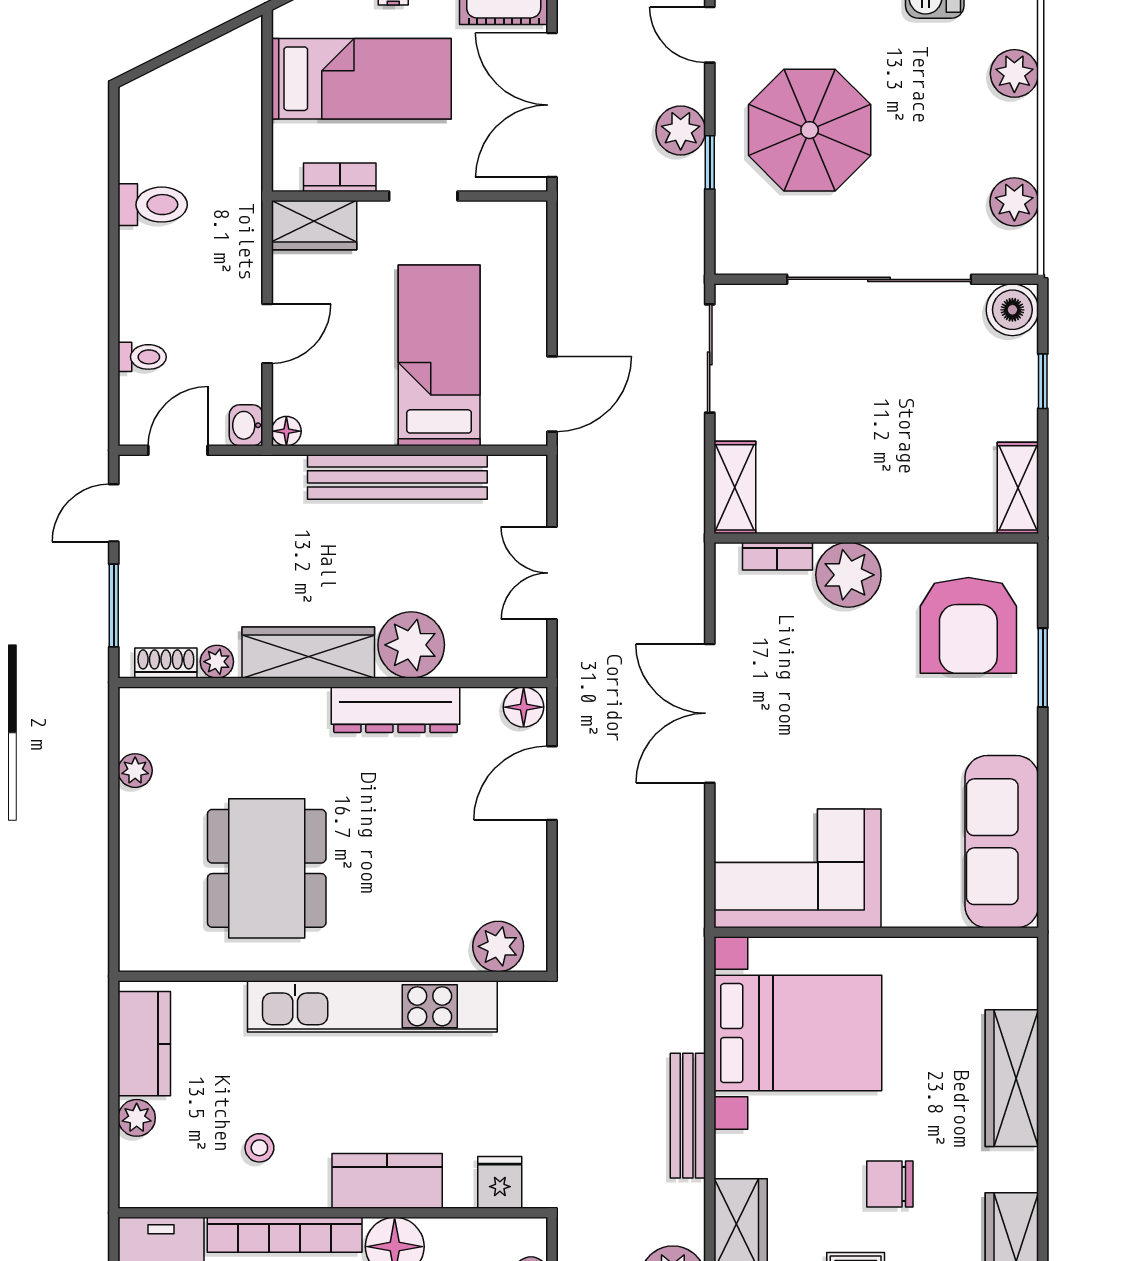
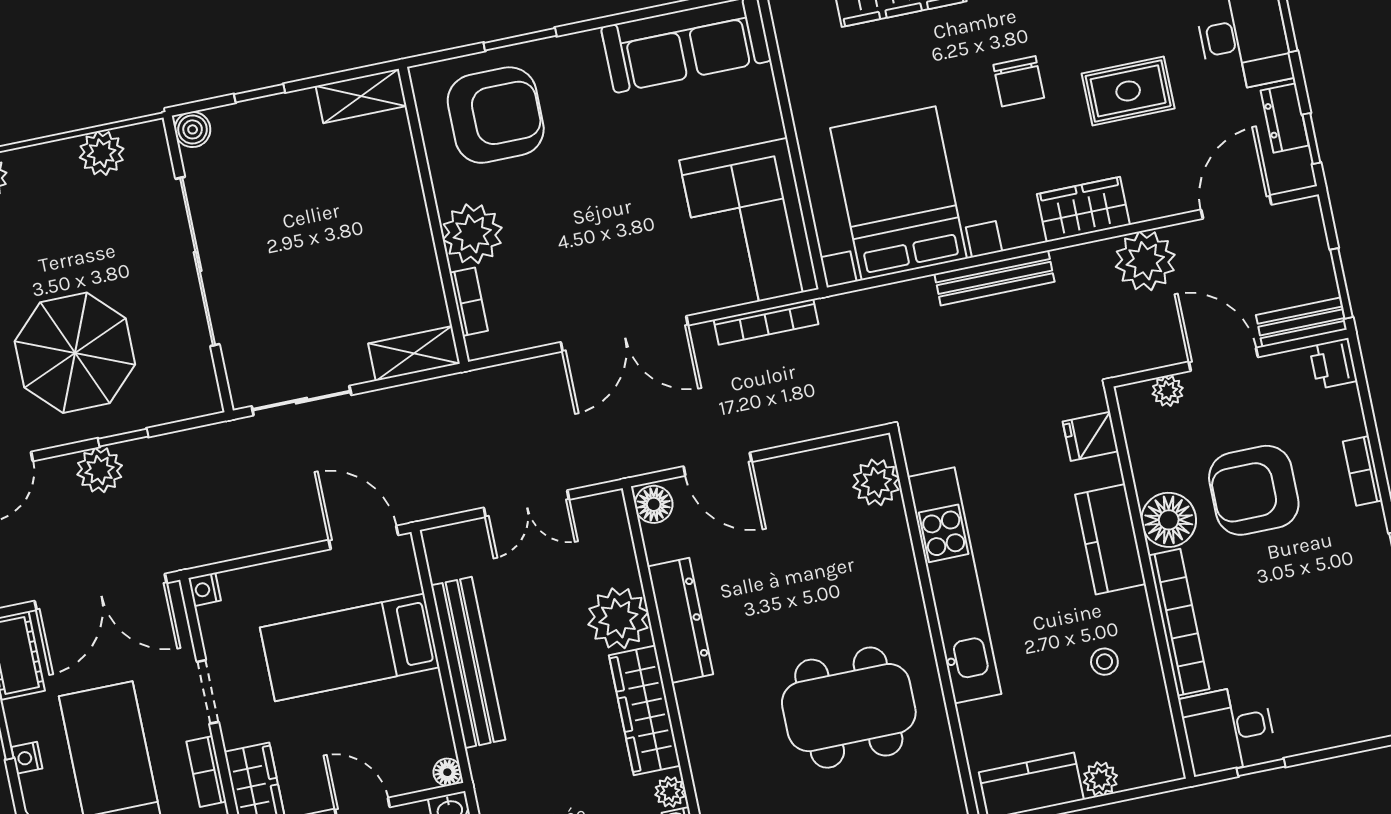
nightstand: (532, 215) -> (205, 589), added
boiler: (1012, 310) -> (193, 129), width x0.73, depth x0.73
bookcase: (691, 865) -> (766, 322), added

